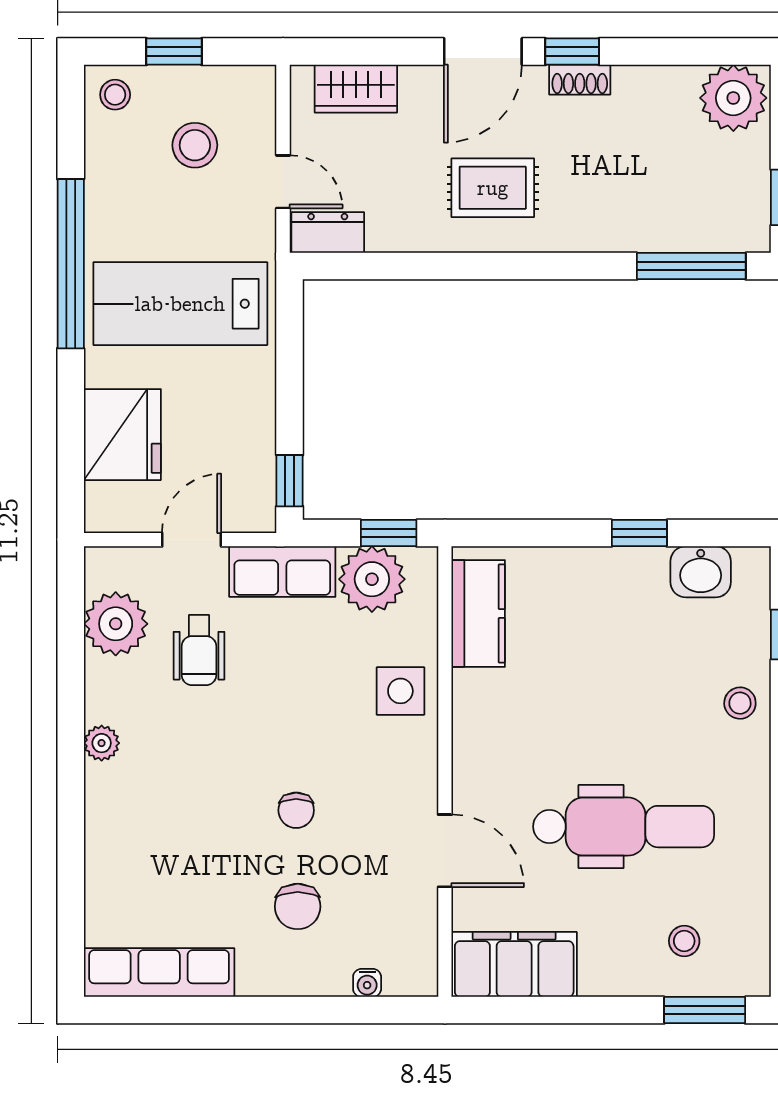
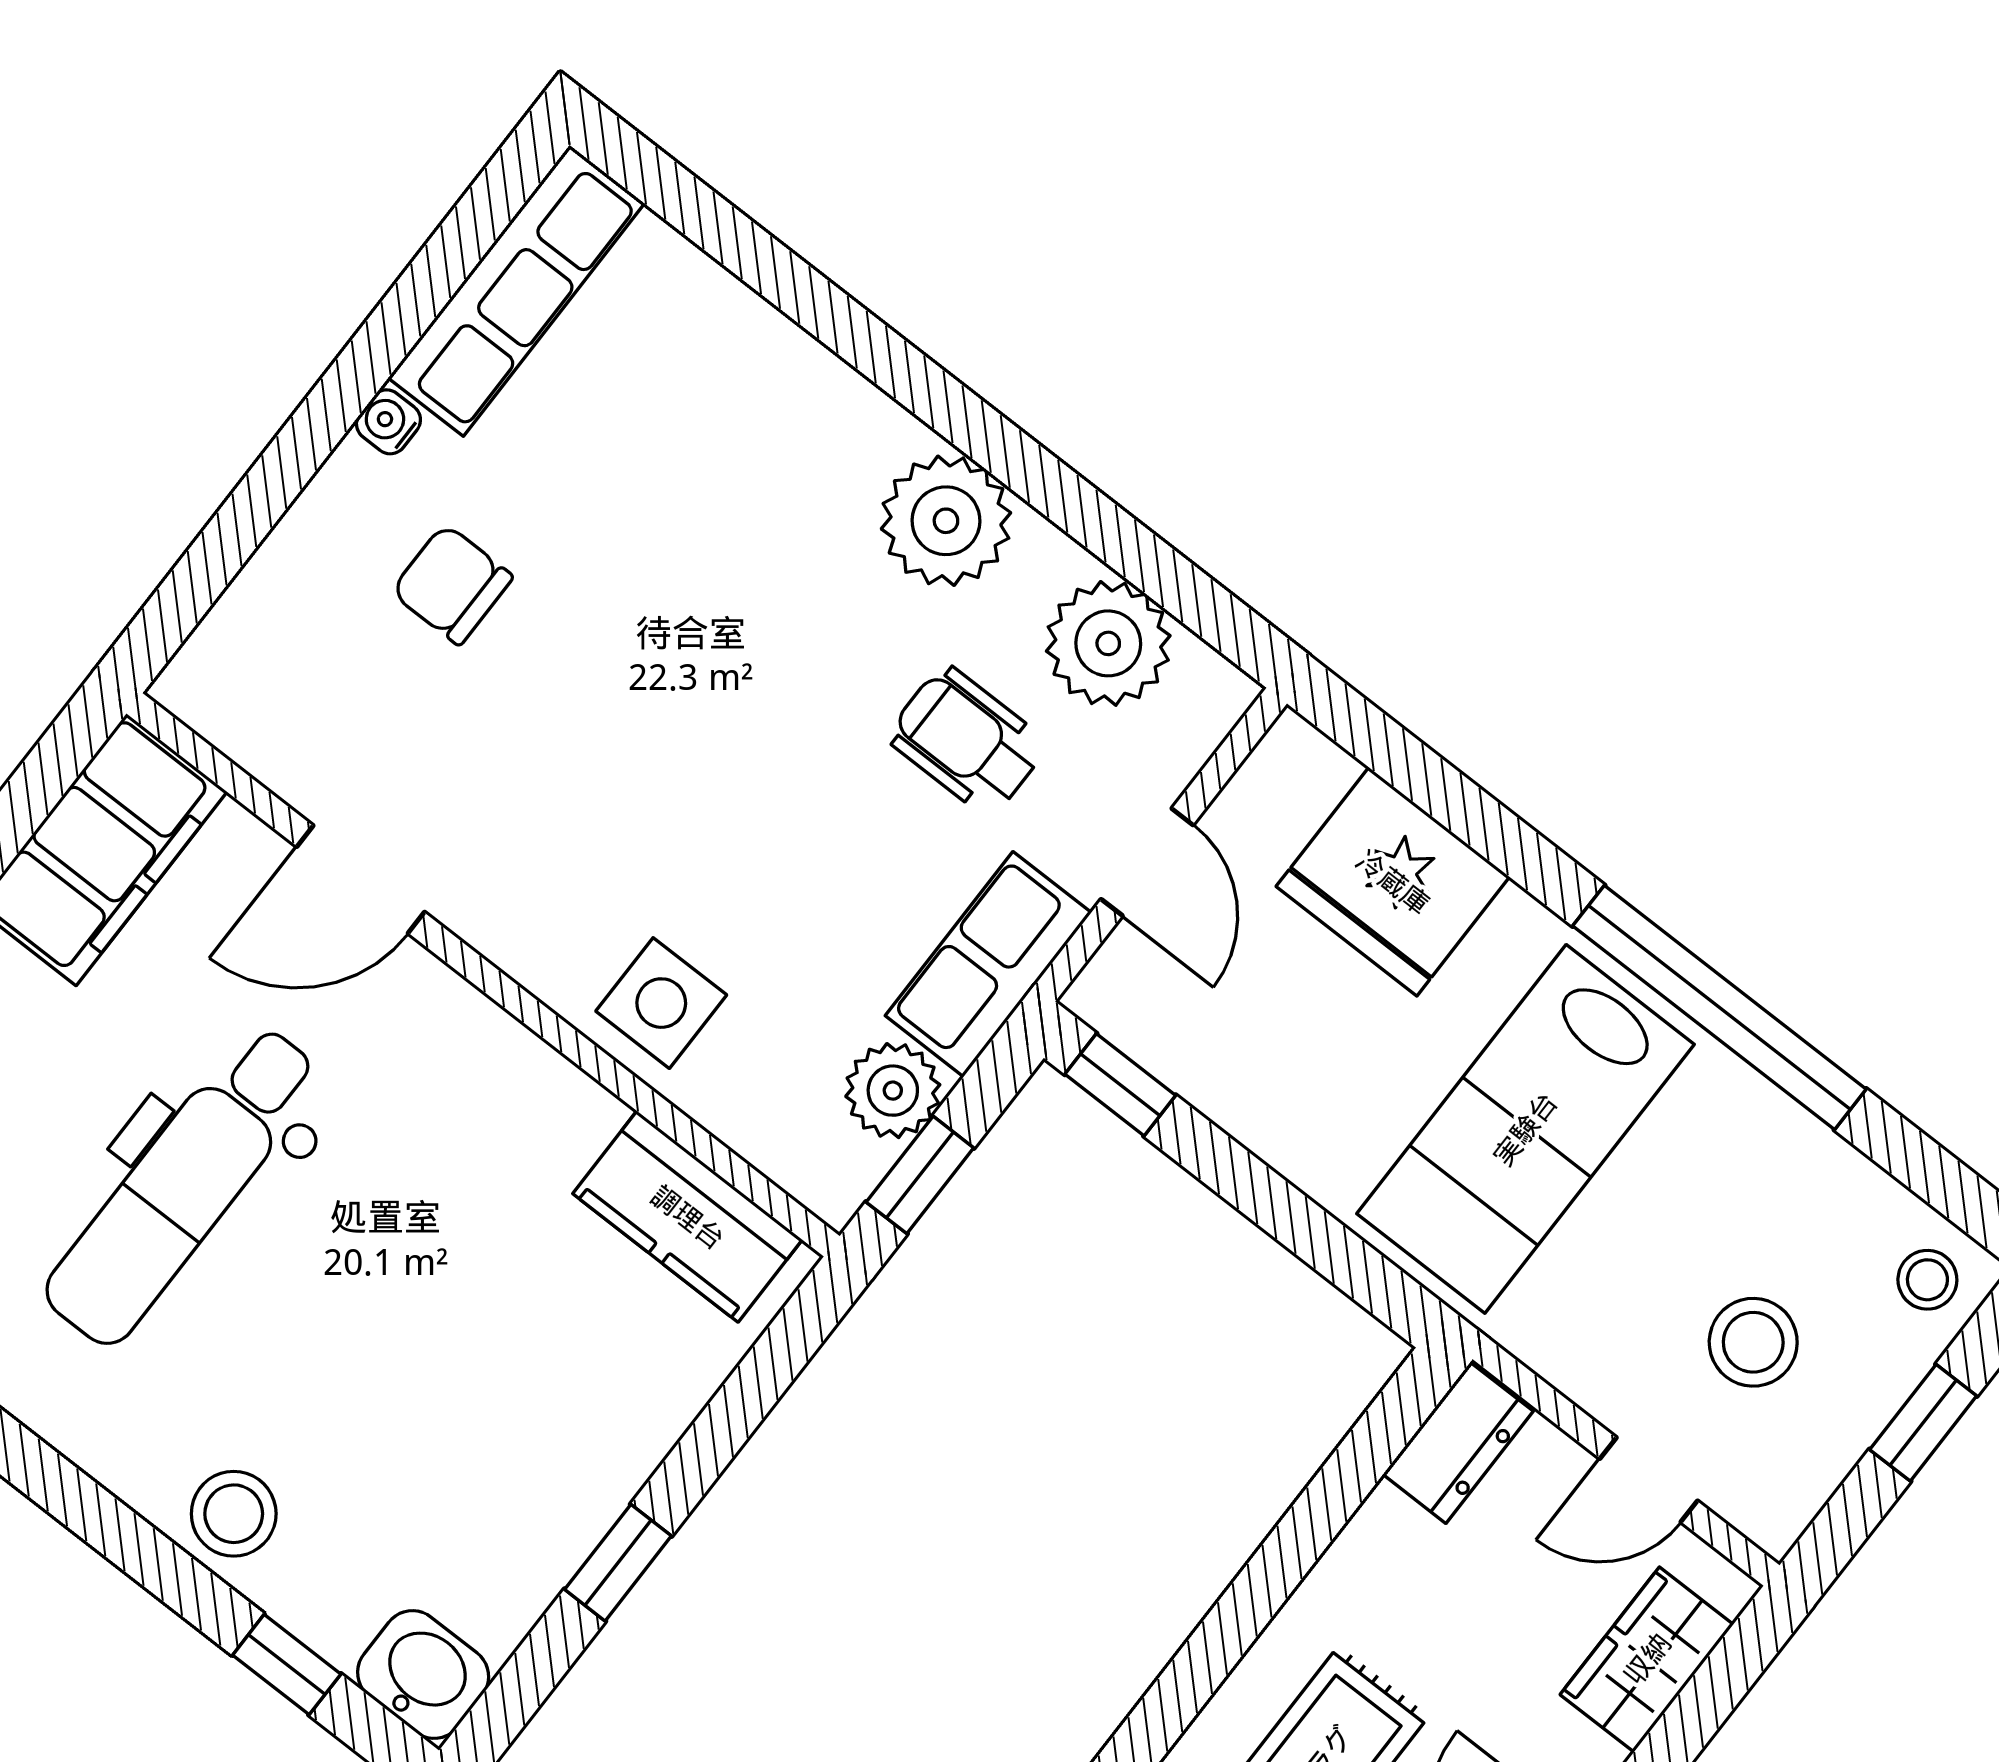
door: (283, 182) -> (1649, 1480), moved
lab bench: (180, 304) -> (1525, 1129), turned 180
washbasin: (701, 572) -> (423, 1675), moved, turned 90
plant: (372, 579) -> (893, 1091), width x0.73, depth x0.73
stool: (740, 703) -> (234, 1514), width x1.37, depth x1.37
plant: (102, 743) -> (946, 521), width x1.87, depth x1.87
chair: (296, 810) -> (602, 698), removed
water cooler: (367, 983) -> (388, 422), moved

